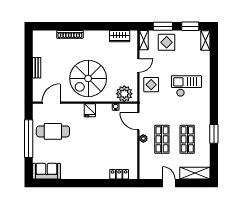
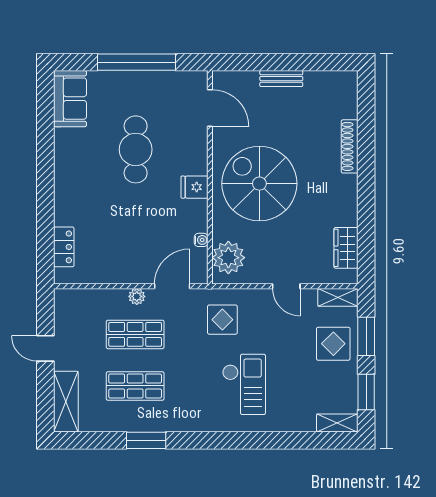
display table: (151, 85) -> (222, 320), moved
cafe table: (53, 131) -> (136, 149), moved
door: (169, 183) -> (45, 348), swing flipped

